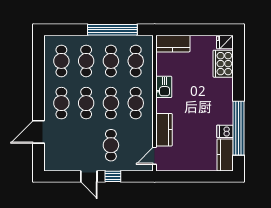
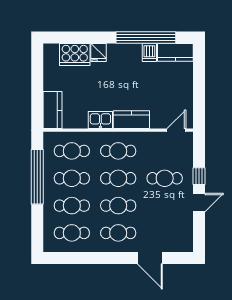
fridge: (225, 42) -> (99, 53), moved
kitchen counter: (164, 130) -> (131, 120), moved
door: (155, 156) -> (176, 130), swing flipped

